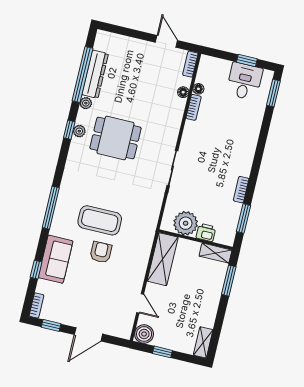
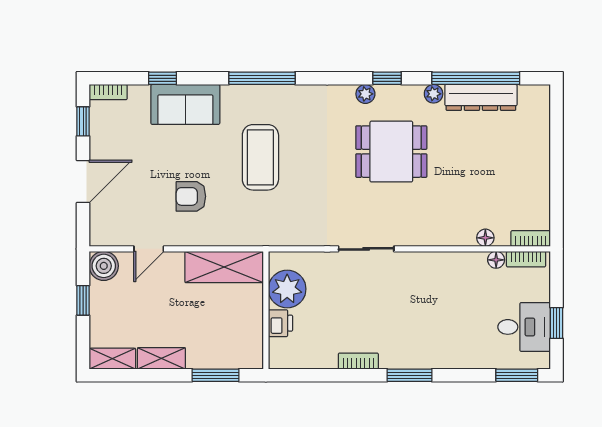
door: (166, 41) -> (557, 194), removed
bookcase: (194, 107) -> (526, 259), moved
plant: (79, 131) -> (365, 94), moved
dining table: (116, 138) -> (391, 152), turned 90
window: (243, 219) -> (410, 375), moved
armchair: (101, 252) -> (191, 196), moved, turned 180
shelving: (215, 253) -> (161, 358), moved, turned 90
door: (88, 334) -> (83, 181), swing flipped

